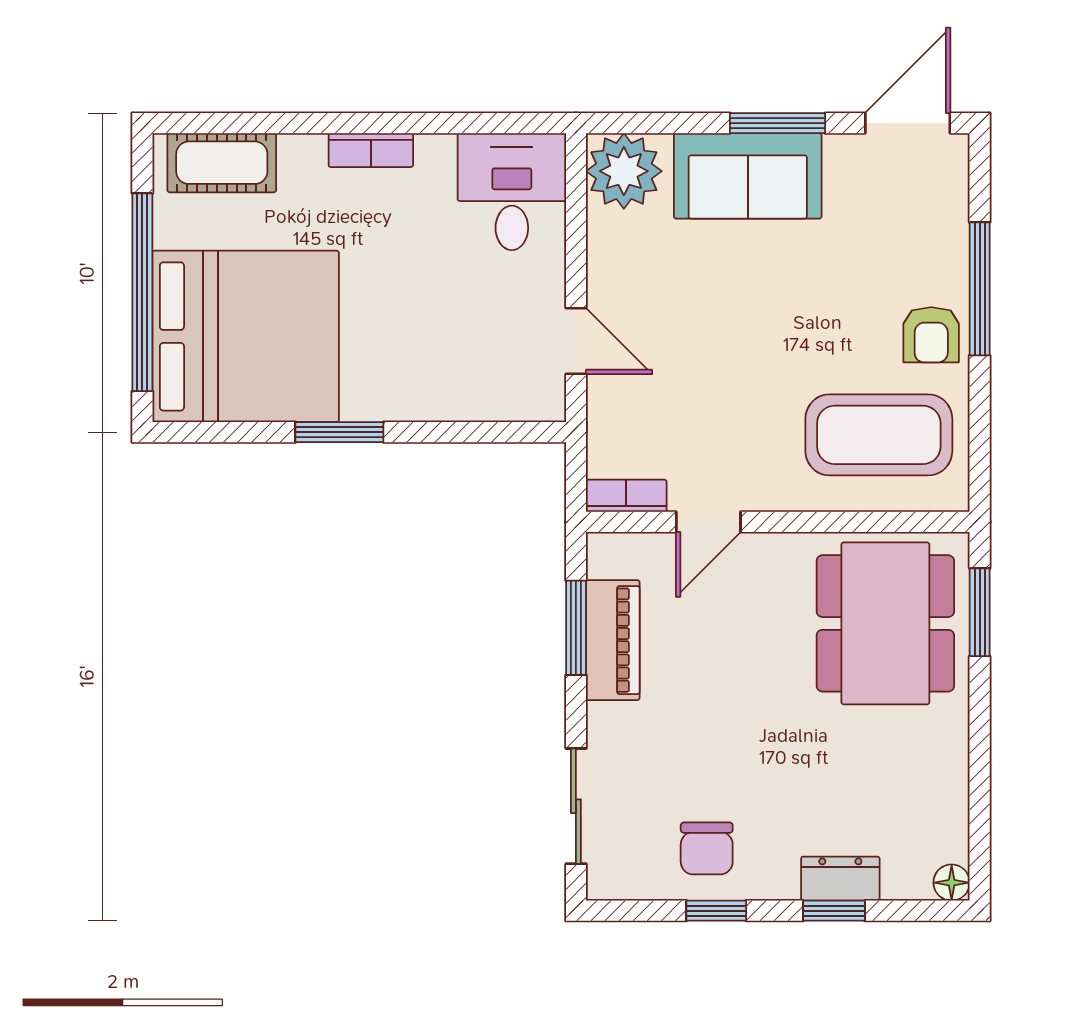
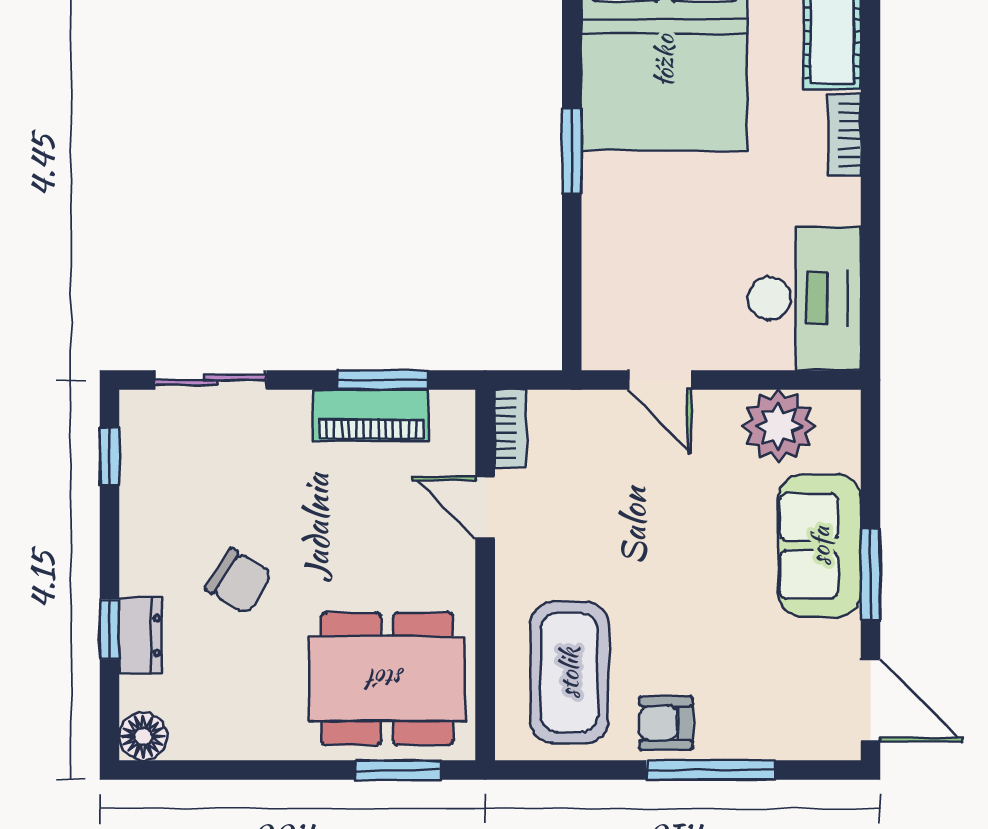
bookcase: (371, 150) -> (844, 135), moved
plant: (624, 171) -> (779, 426), moved
desk: (512, 192) -> (804, 298), width x1.37
door: (576, 341) -> (660, 380), hinge flipped
chair: (707, 848) -> (239, 581), moved, turned -148
floor lamp: (952, 883) -> (143, 736), width x1.37, depth x1.37
window: (716, 911) -> (109, 456), moved

